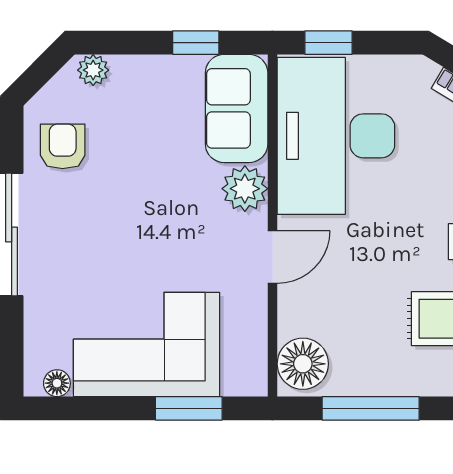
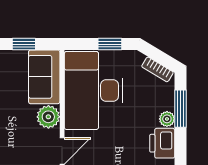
window: (328, 43) -> (110, 44), moved

